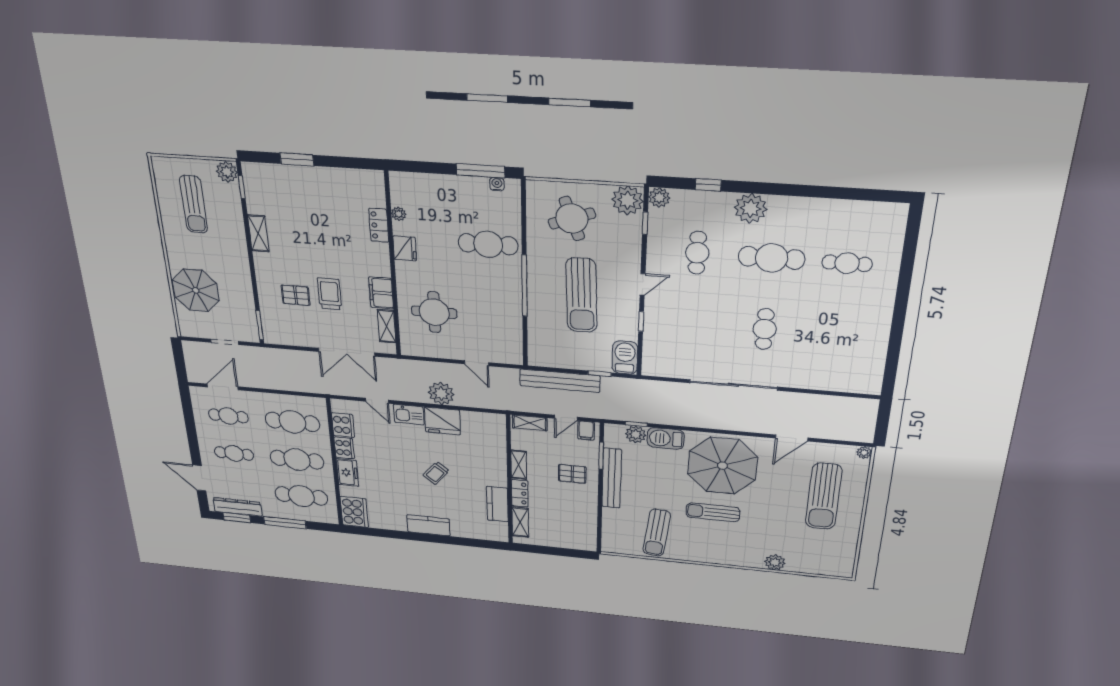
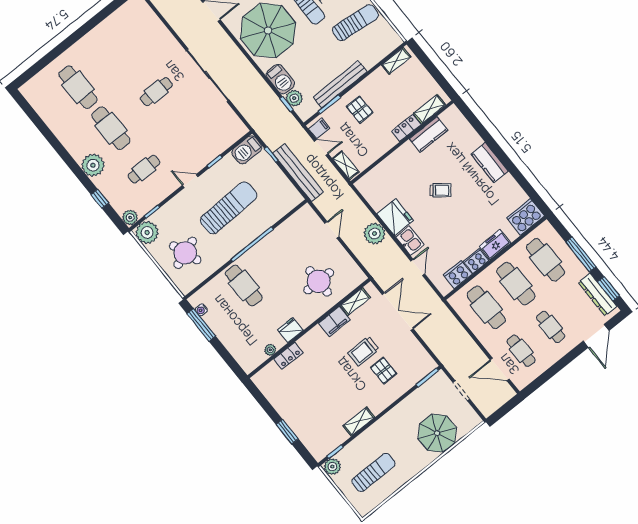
cafe table: (847, 263) -> (78, 87), width x1.37, depth x1.35
shelving: (519, 465) -> (396, 61), moved

